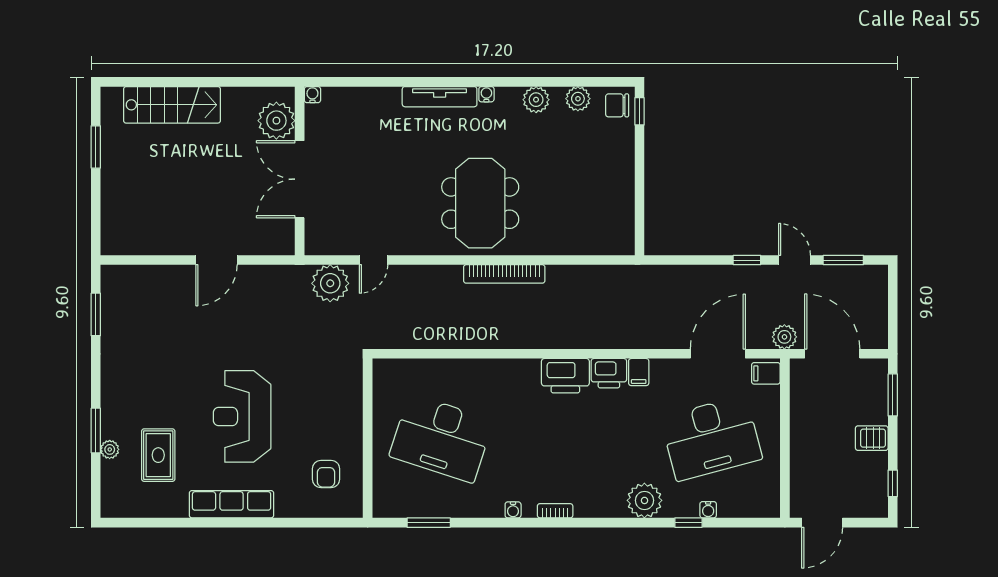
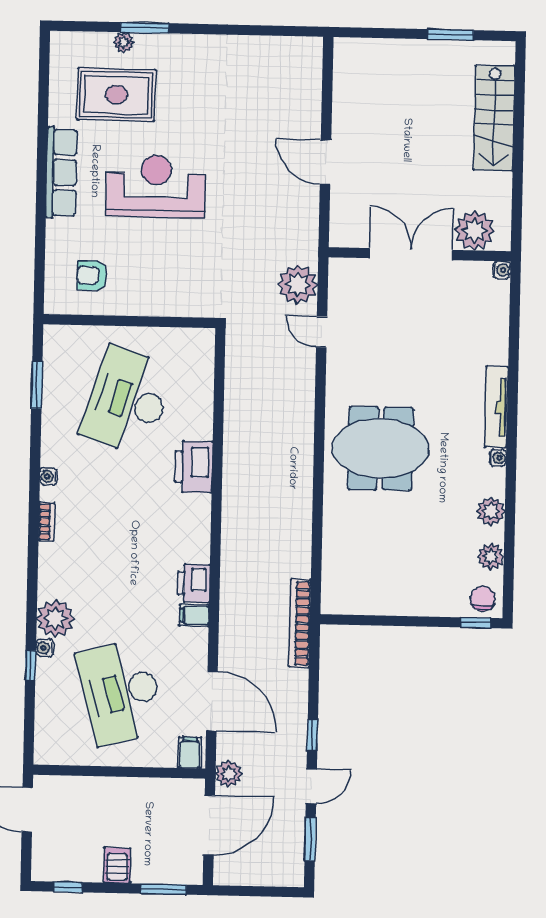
bookcase: (504, 274) -> (300, 623), moved
window: (96, 314) -> (270, 31), removed
printer: (565, 376) -> (194, 467), moved
rug: (158, 455) -> (116, 95), width x1.36, depth x1.43
water cooler: (708, 510) -> (45, 648), moved

